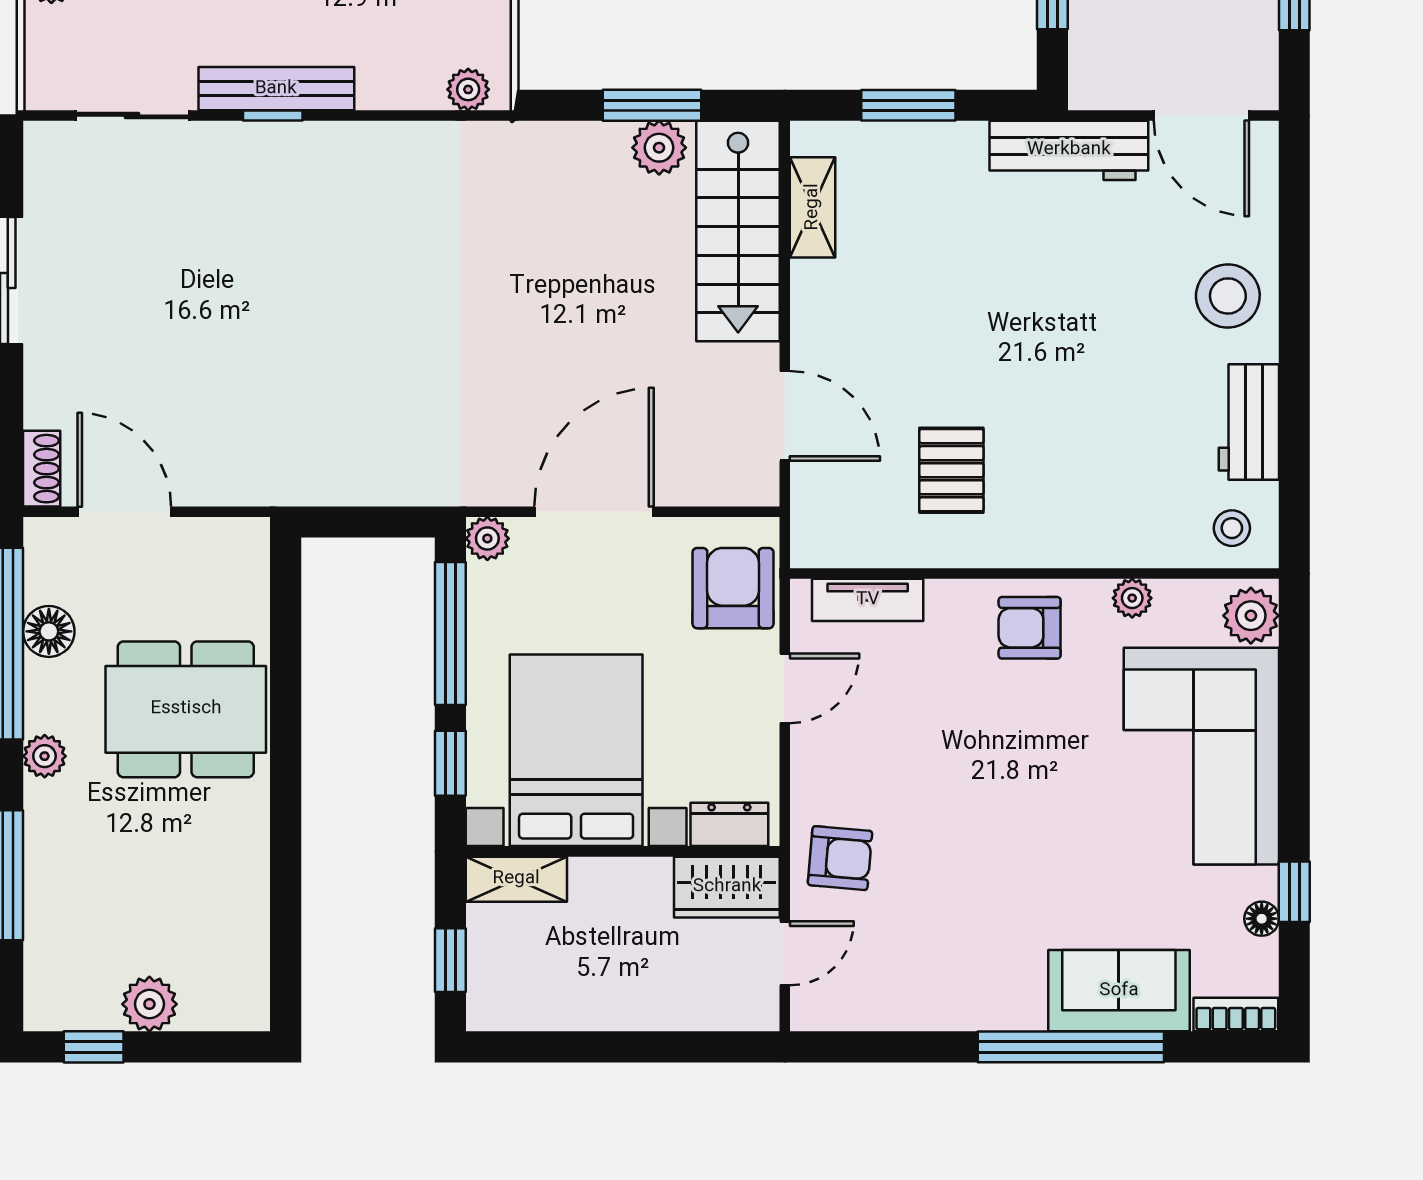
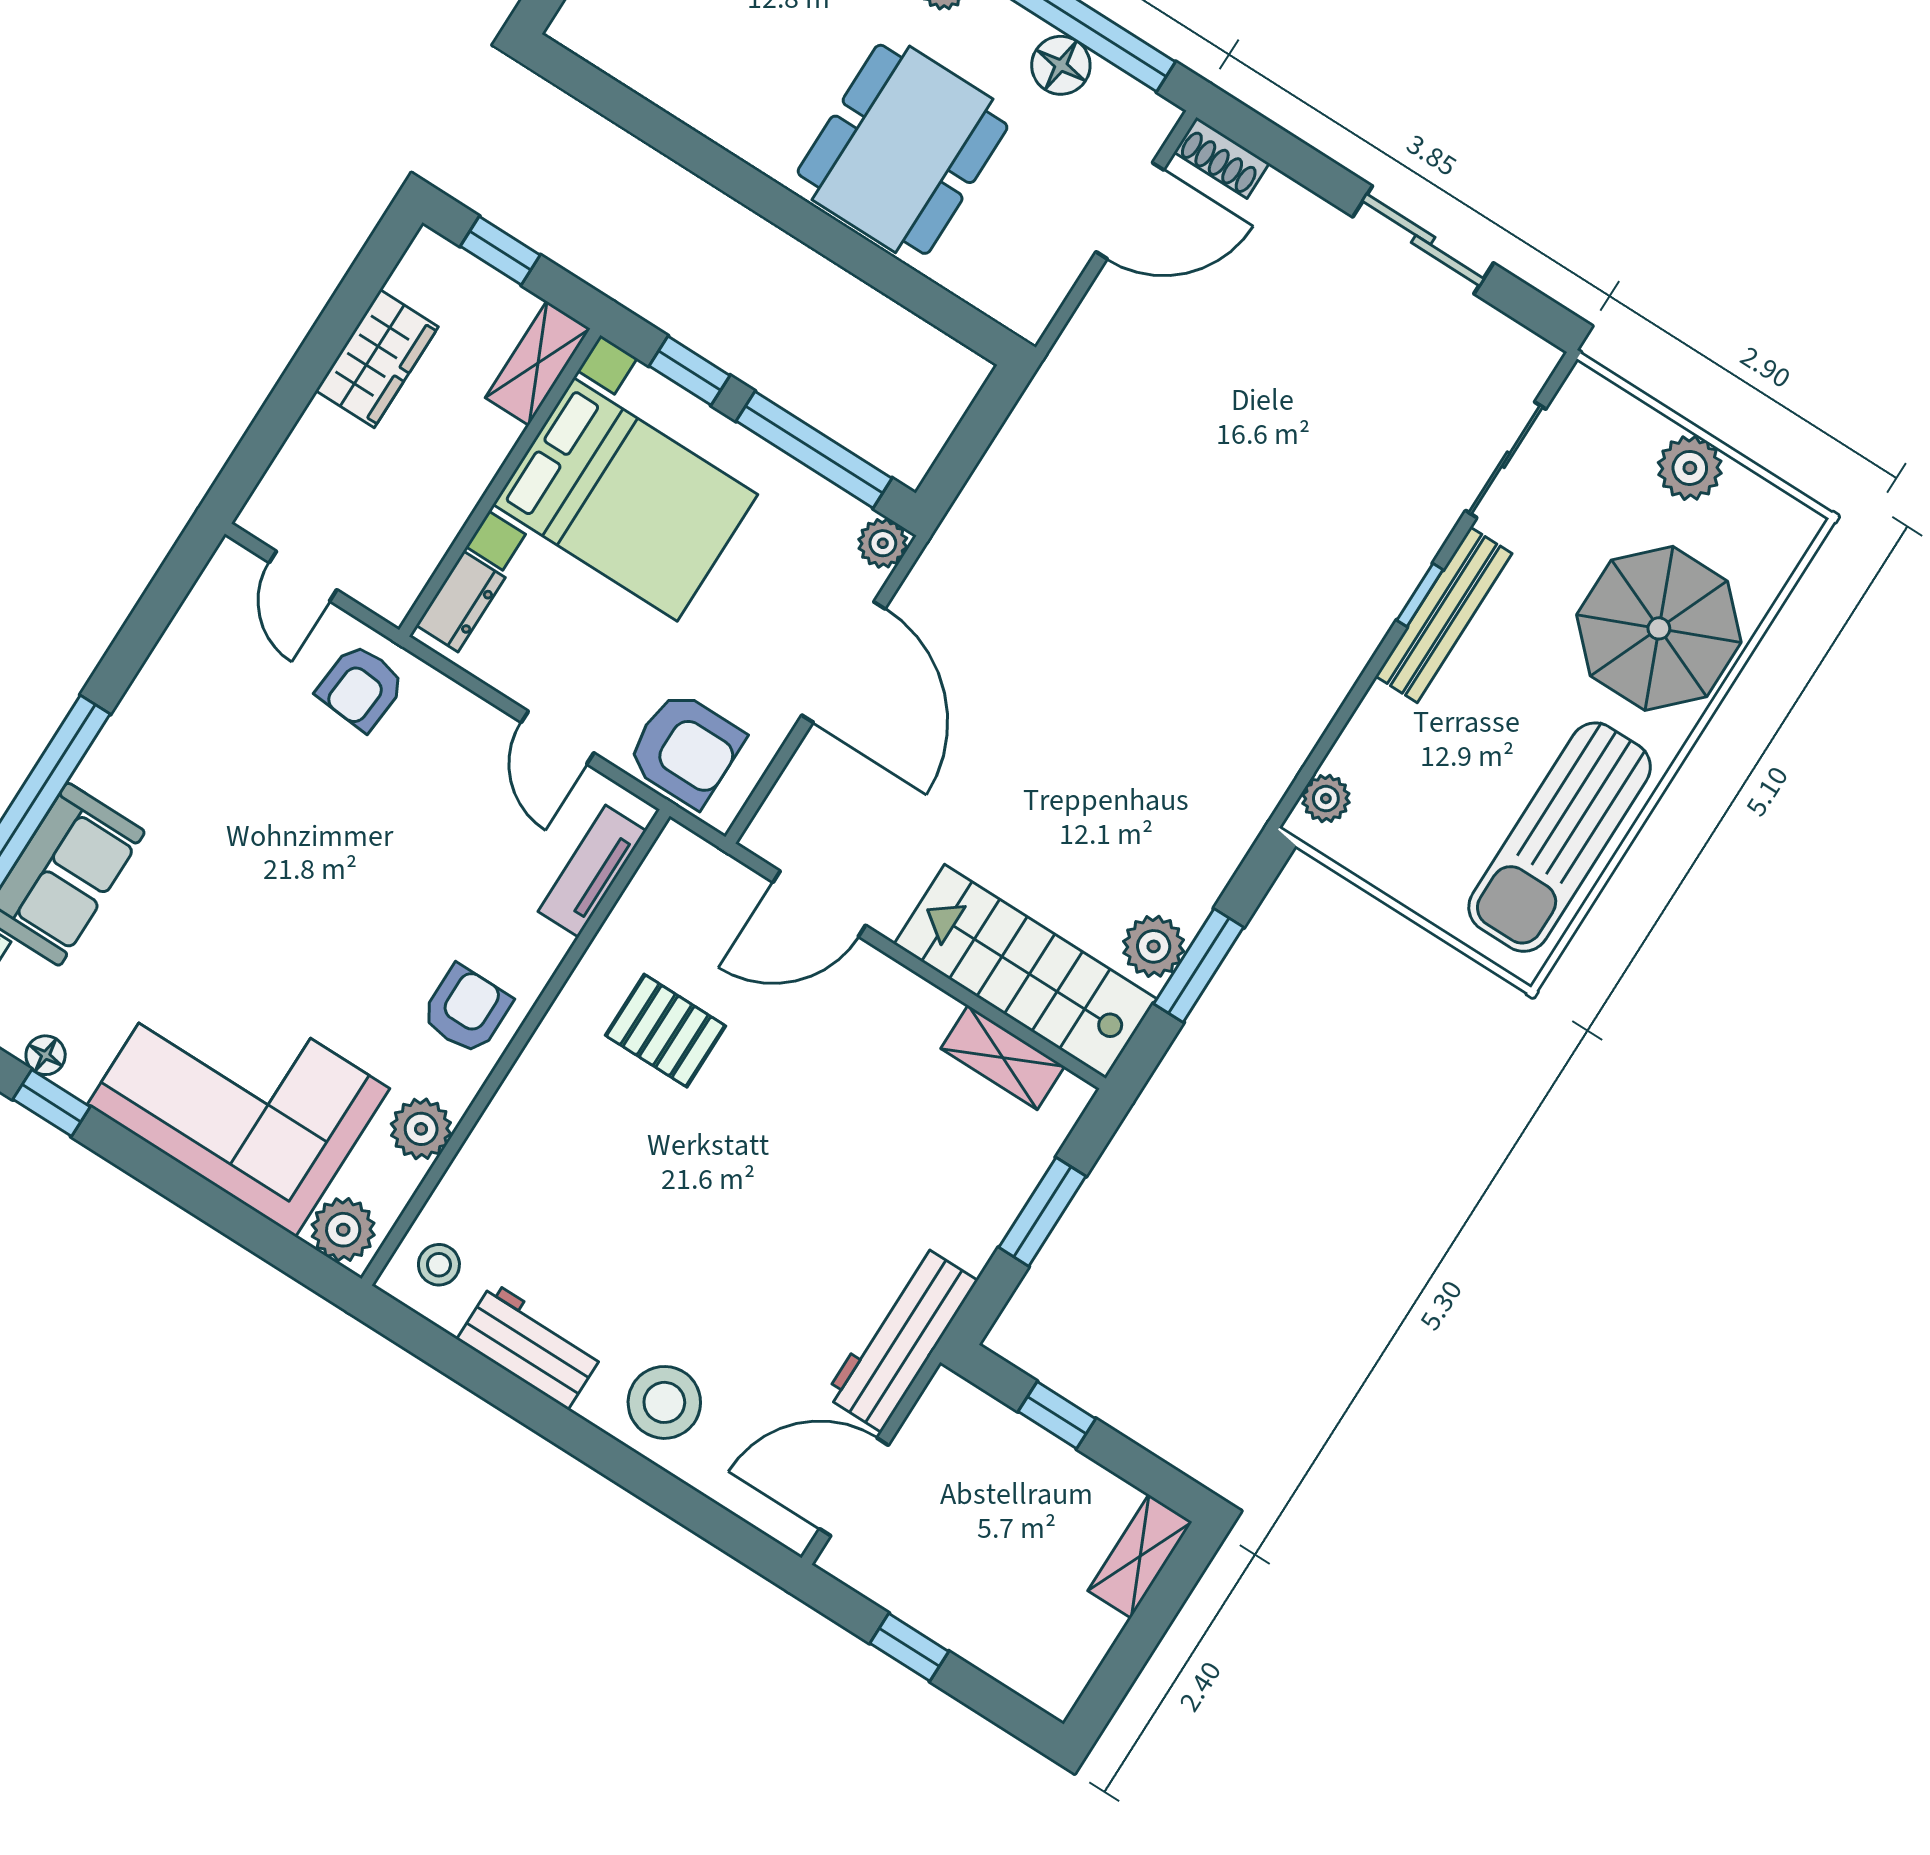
plant: (1132, 598) -> (421, 1129), width x1.38, depth x1.38
wardrobe: (727, 887) -> (377, 359), moved, turned 180

